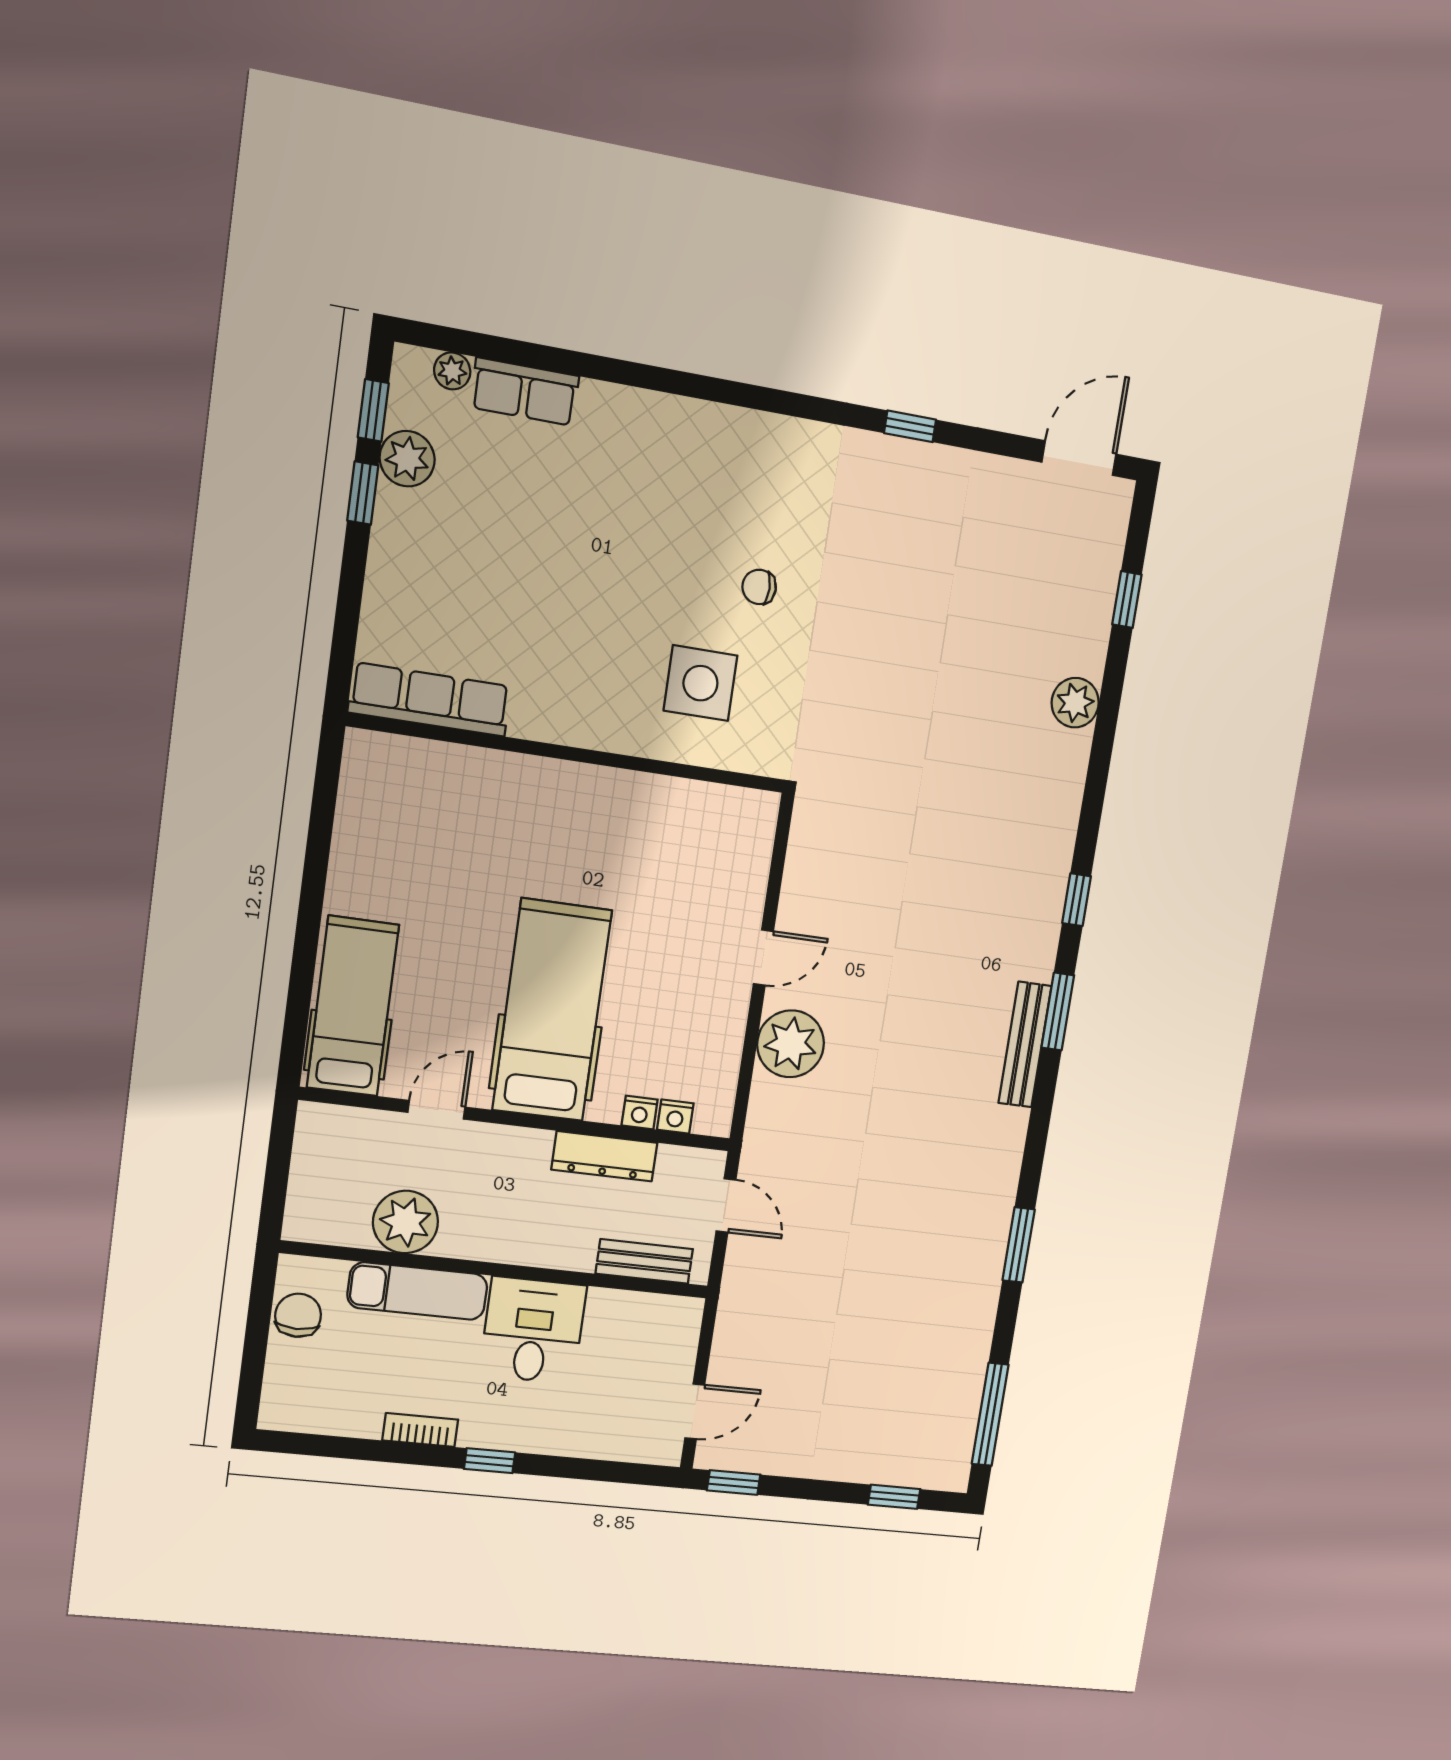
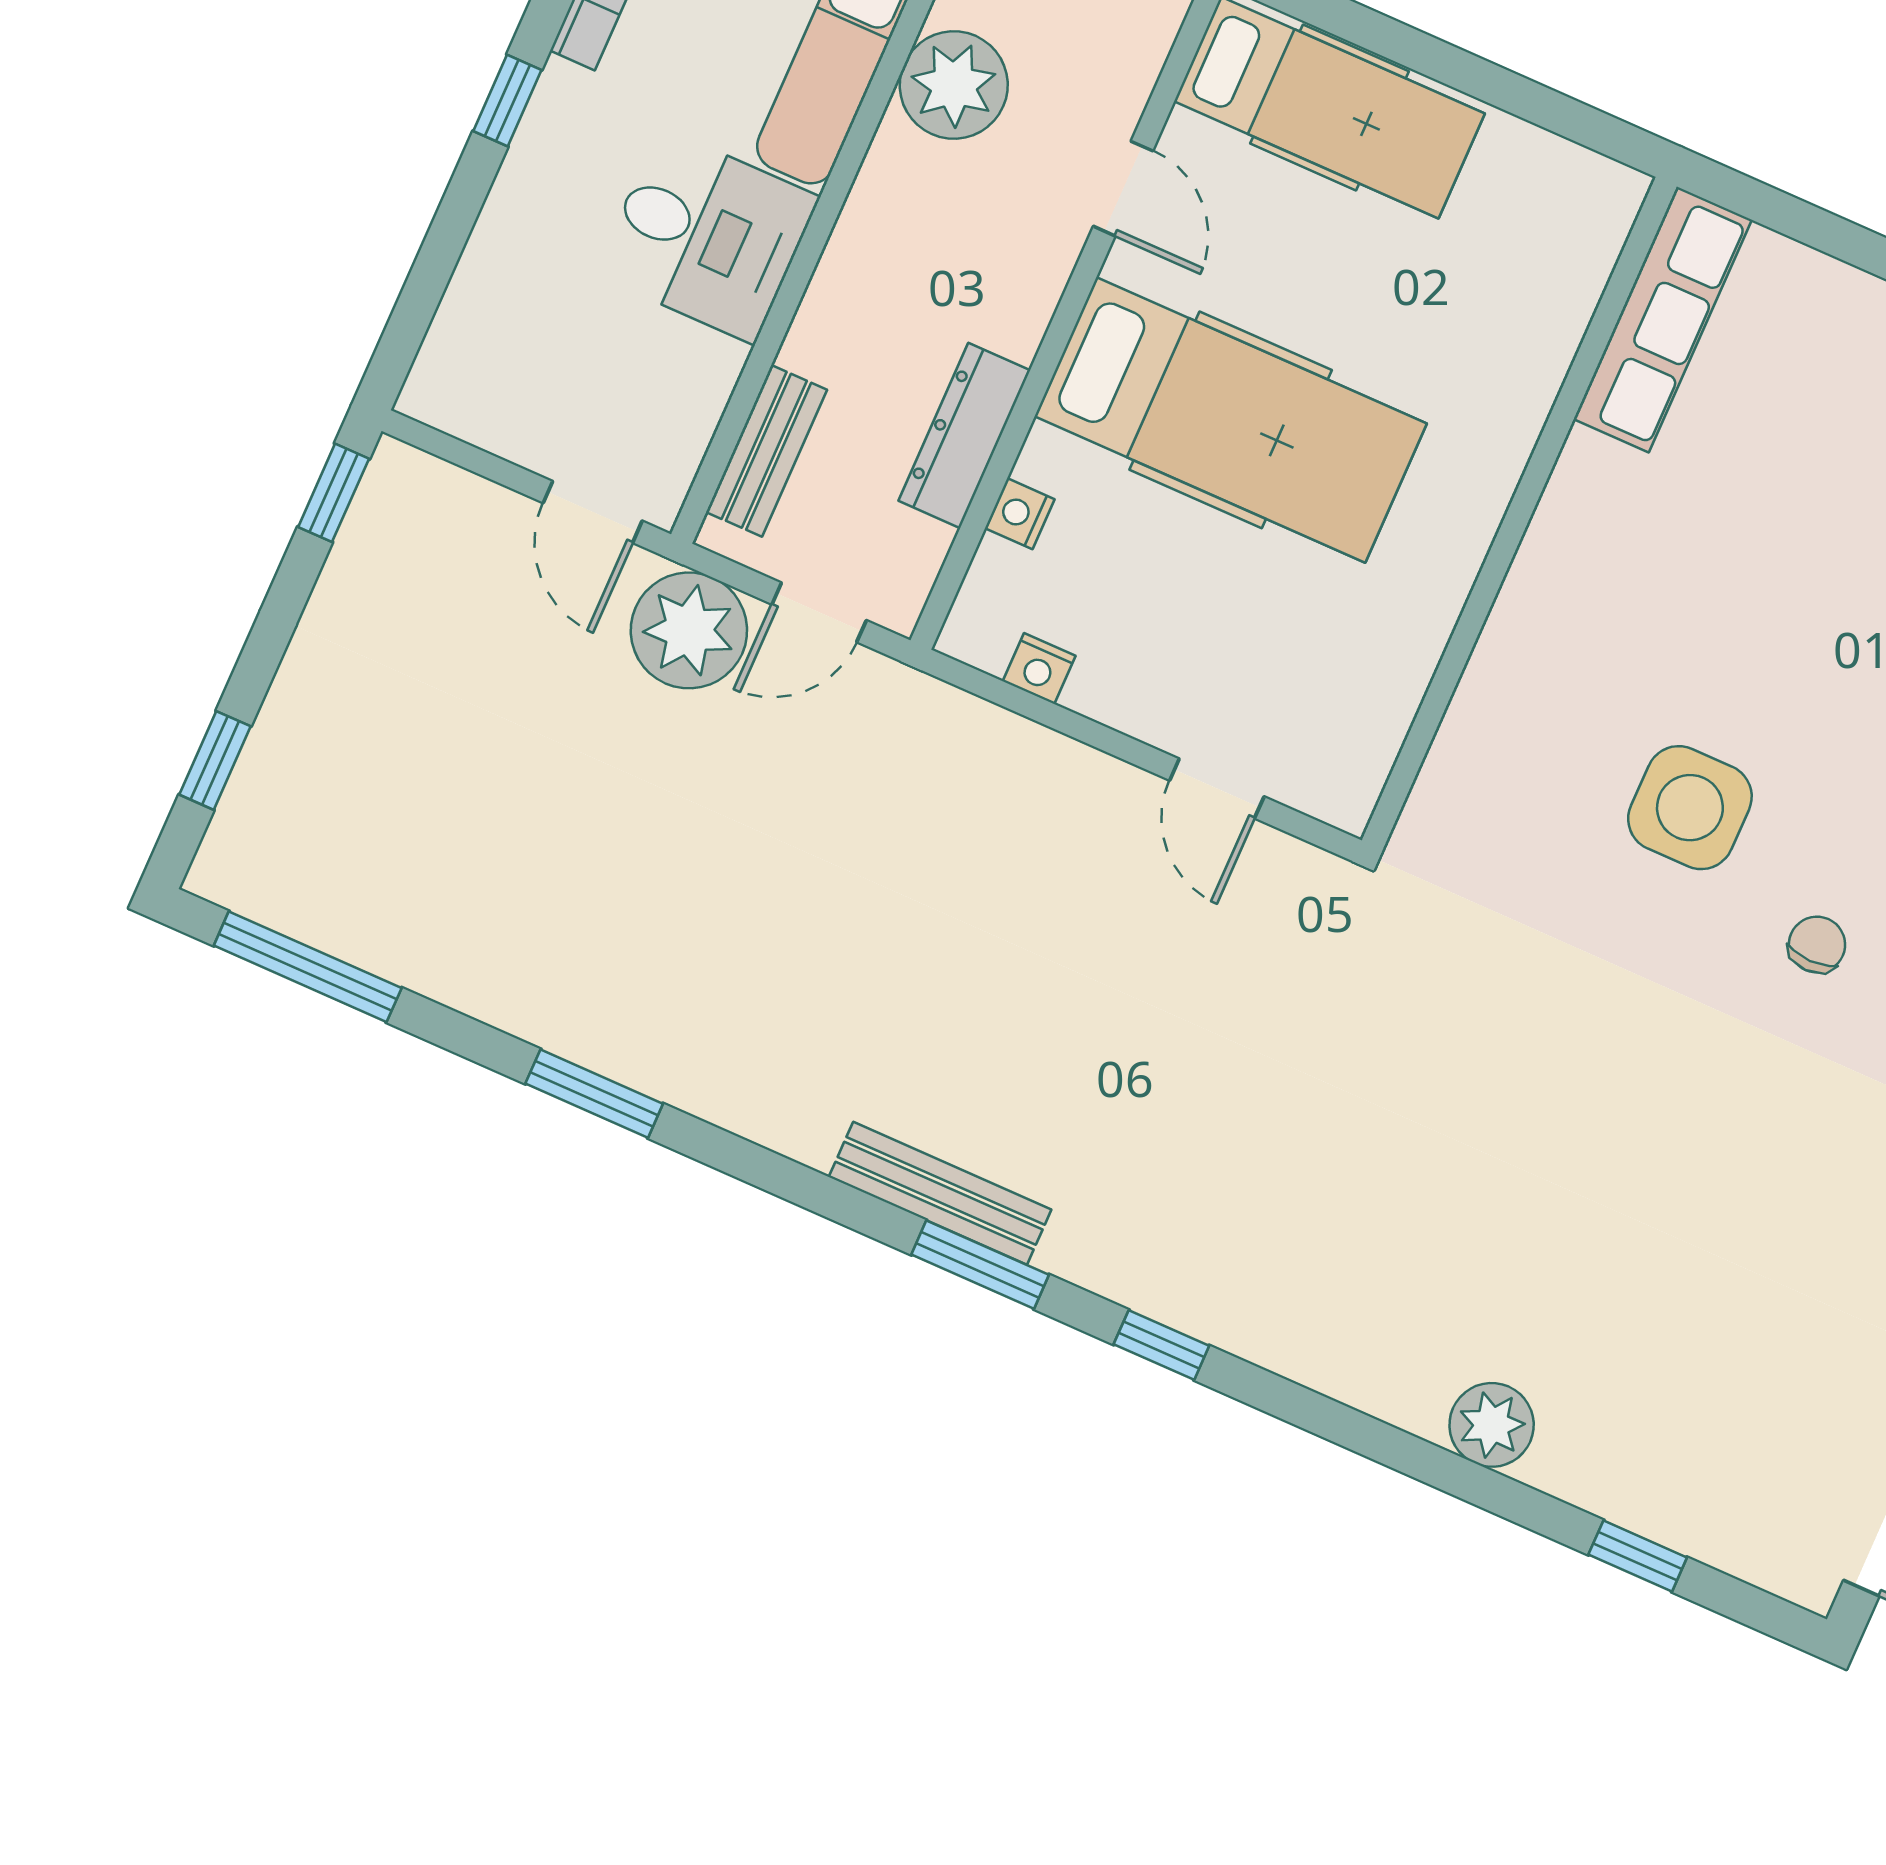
row of seats: (430, 699) -> (1663, 319), moved
wall: (569, 753) -> (1519, 513), moved
plant: (791, 1044) -> (689, 630), moved
nightstand: (675, 1117) -> (1039, 669), moved, turned -90
door: (695, 1411) -> (593, 512), moved

